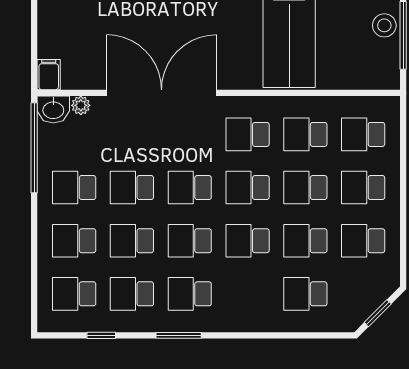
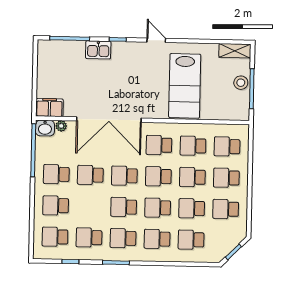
filing cabinet: (49, 75) -> (49, 108), width x2.00
double door: (162, 93) -> (109, 120), swing flipped
school desk: (132, 241) -> (157, 239), moved

